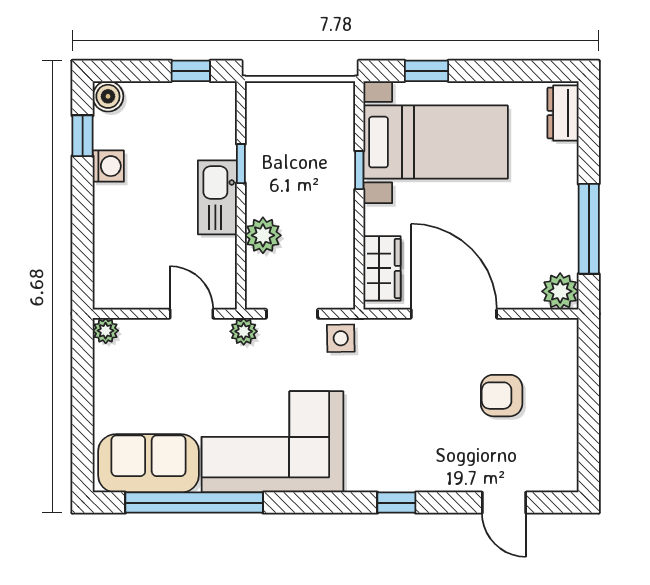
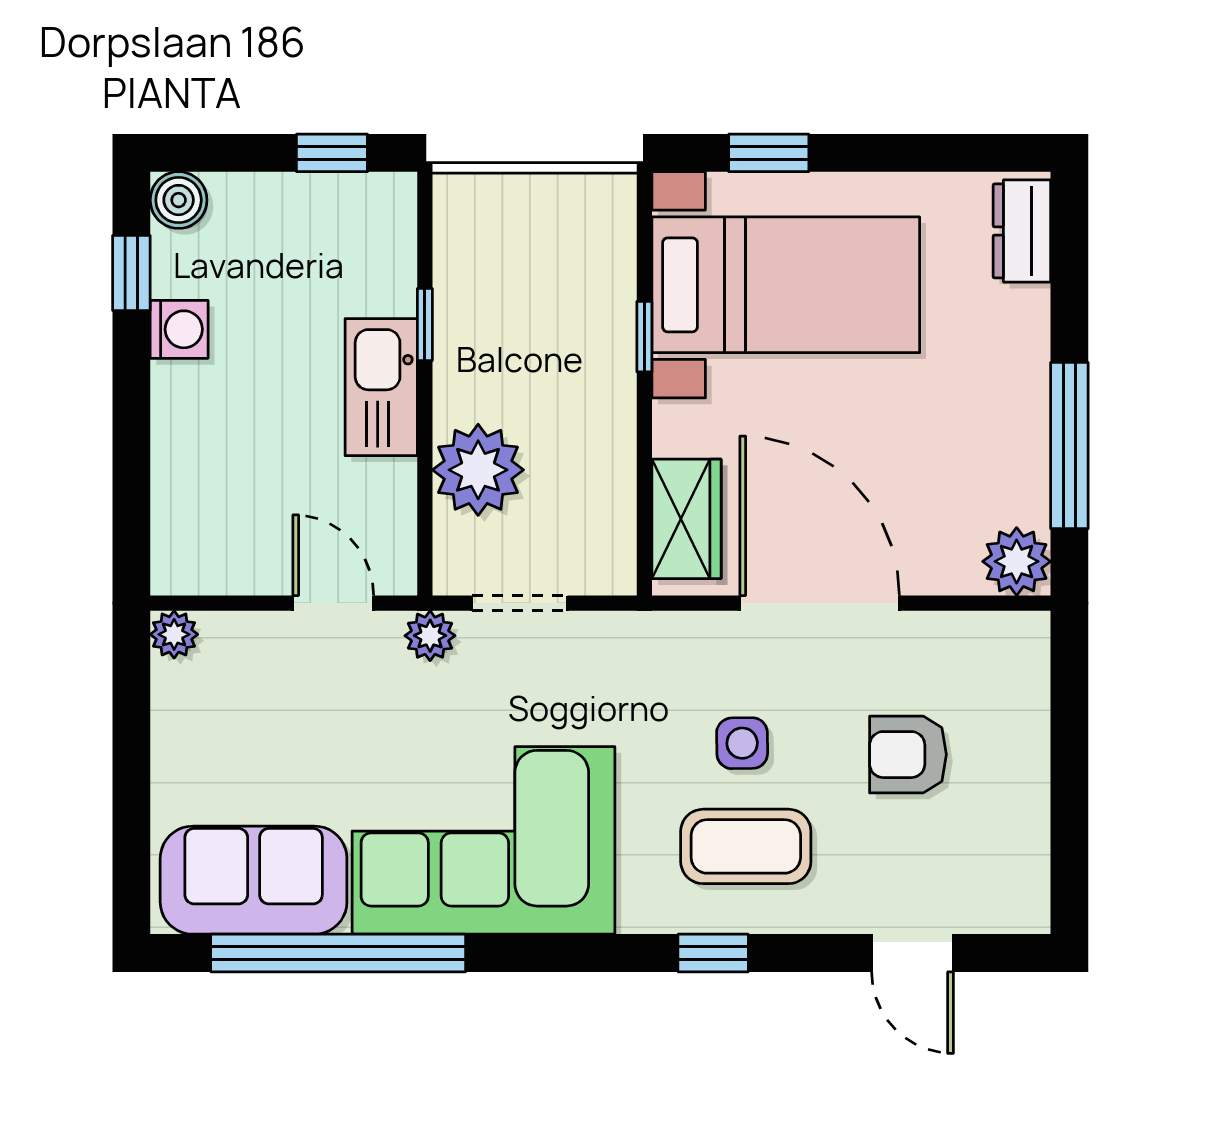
plant: (263, 235) -> (478, 470), width x1.36, depth x1.36
side table: (341, 338) -> (742, 743), moved
coffee table: (414, 445) -> (746, 846), added

